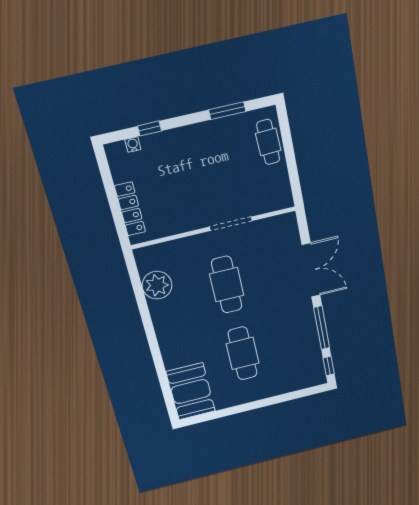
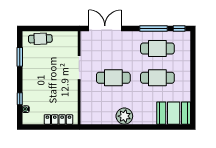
double door: (311, 270) -> (105, 29), moved
plant: (157, 285) -> (124, 116), moved
cafe table: (290, 342) -> (157, 48), added

